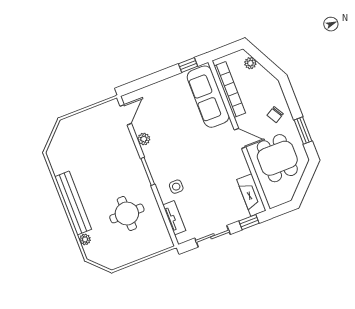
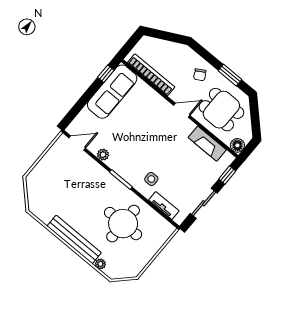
plant: (250, 63) -> (156, 44), removed
sofa: (208, 97) -> (112, 92), moved, turned -90
door: (126, 115) -> (77, 143), hinge flipped
fireplace: (251, 195) -> (207, 144), moved
floor lamp: (274, 200) -> (237, 145), added
round table: (127, 213) -> (123, 224), width x1.36, depth x1.36

